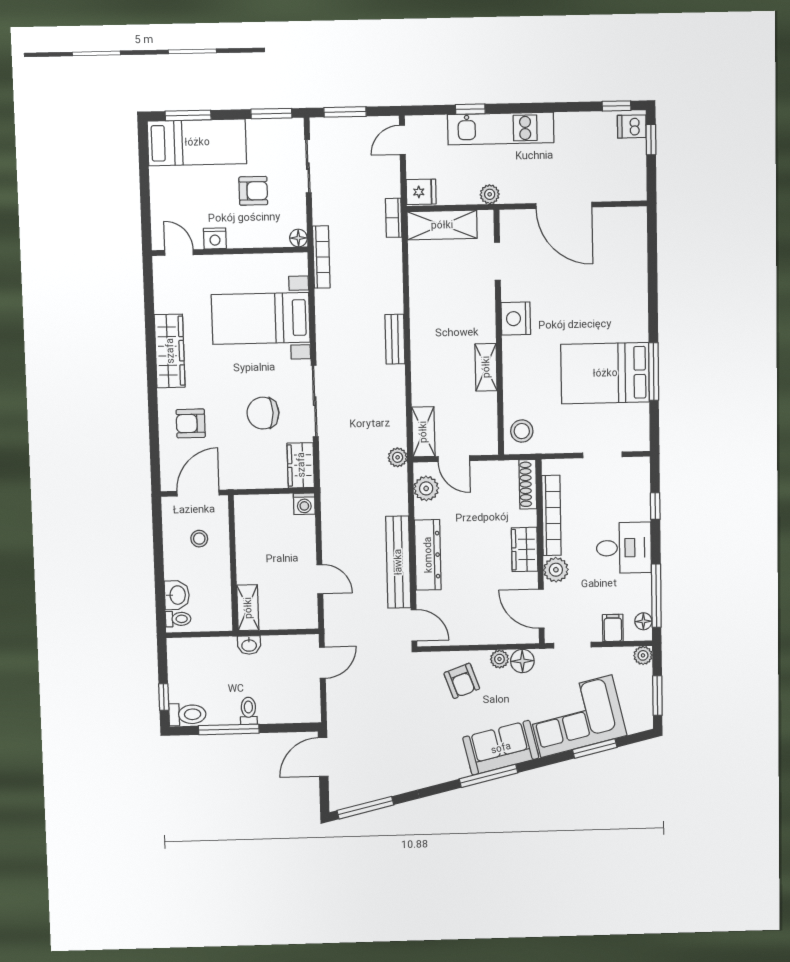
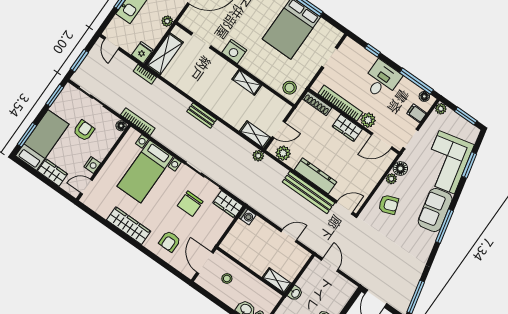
wardrobe: (163, 191) -> (52, 173), added

